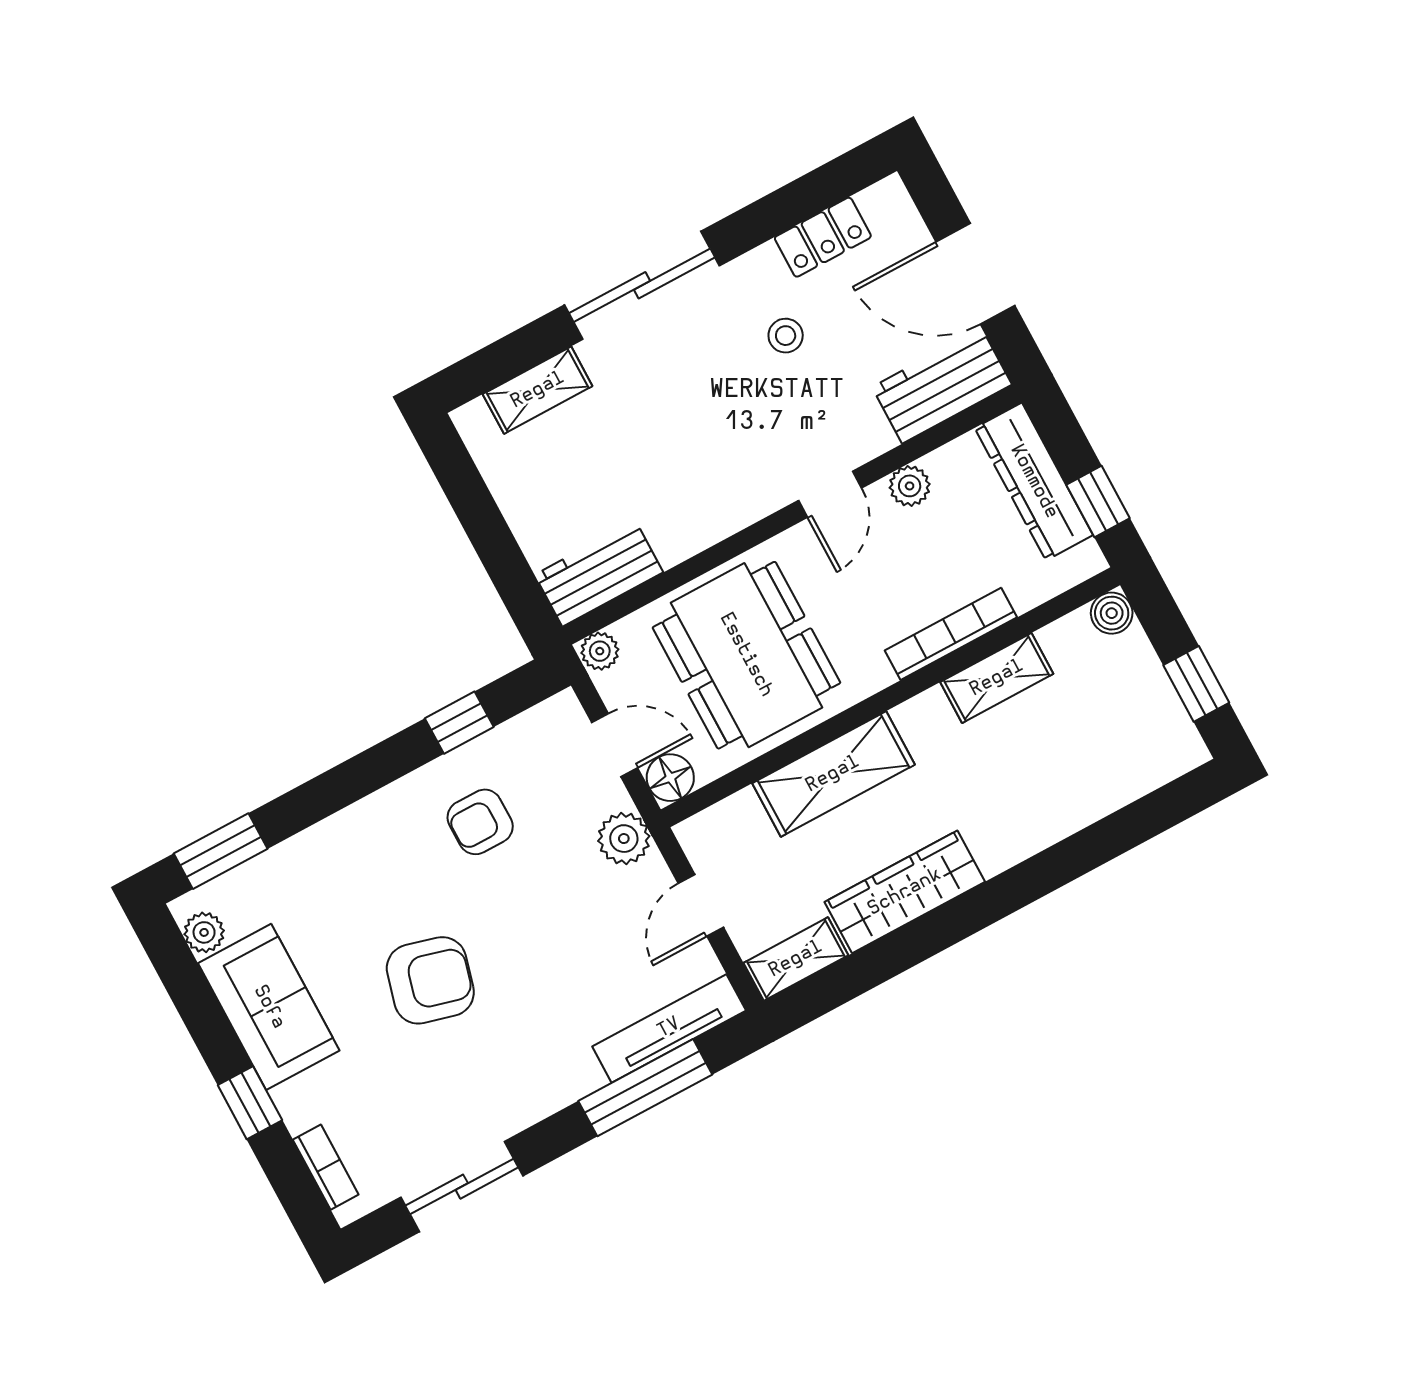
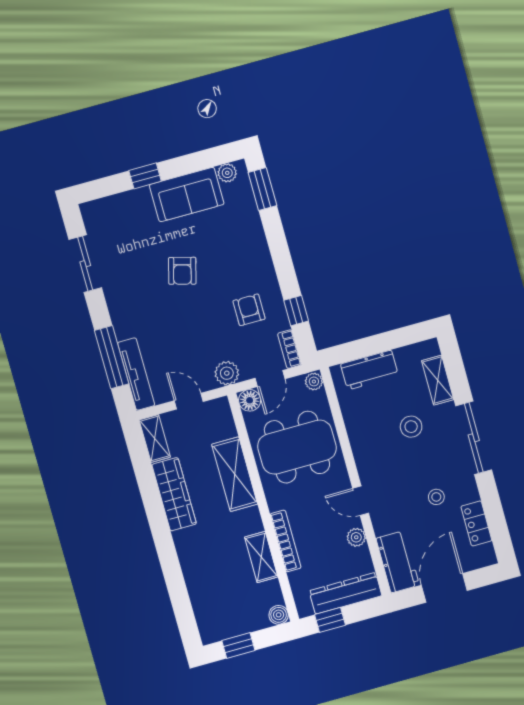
stool: (649, 424) -> (411, 427), added
workbench: (599, 574) -> (369, 370), moved, turned 90
armchair: (430, 980) -> (182, 271), width x0.72, depth x0.72
bookcase: (326, 1167) -> (289, 349), moved, turned 90

